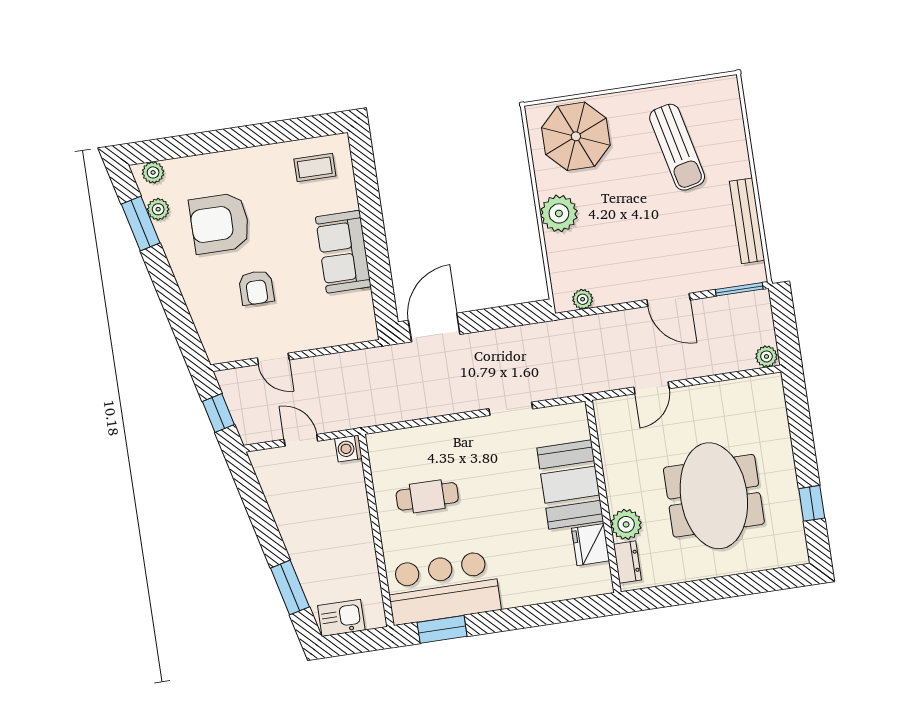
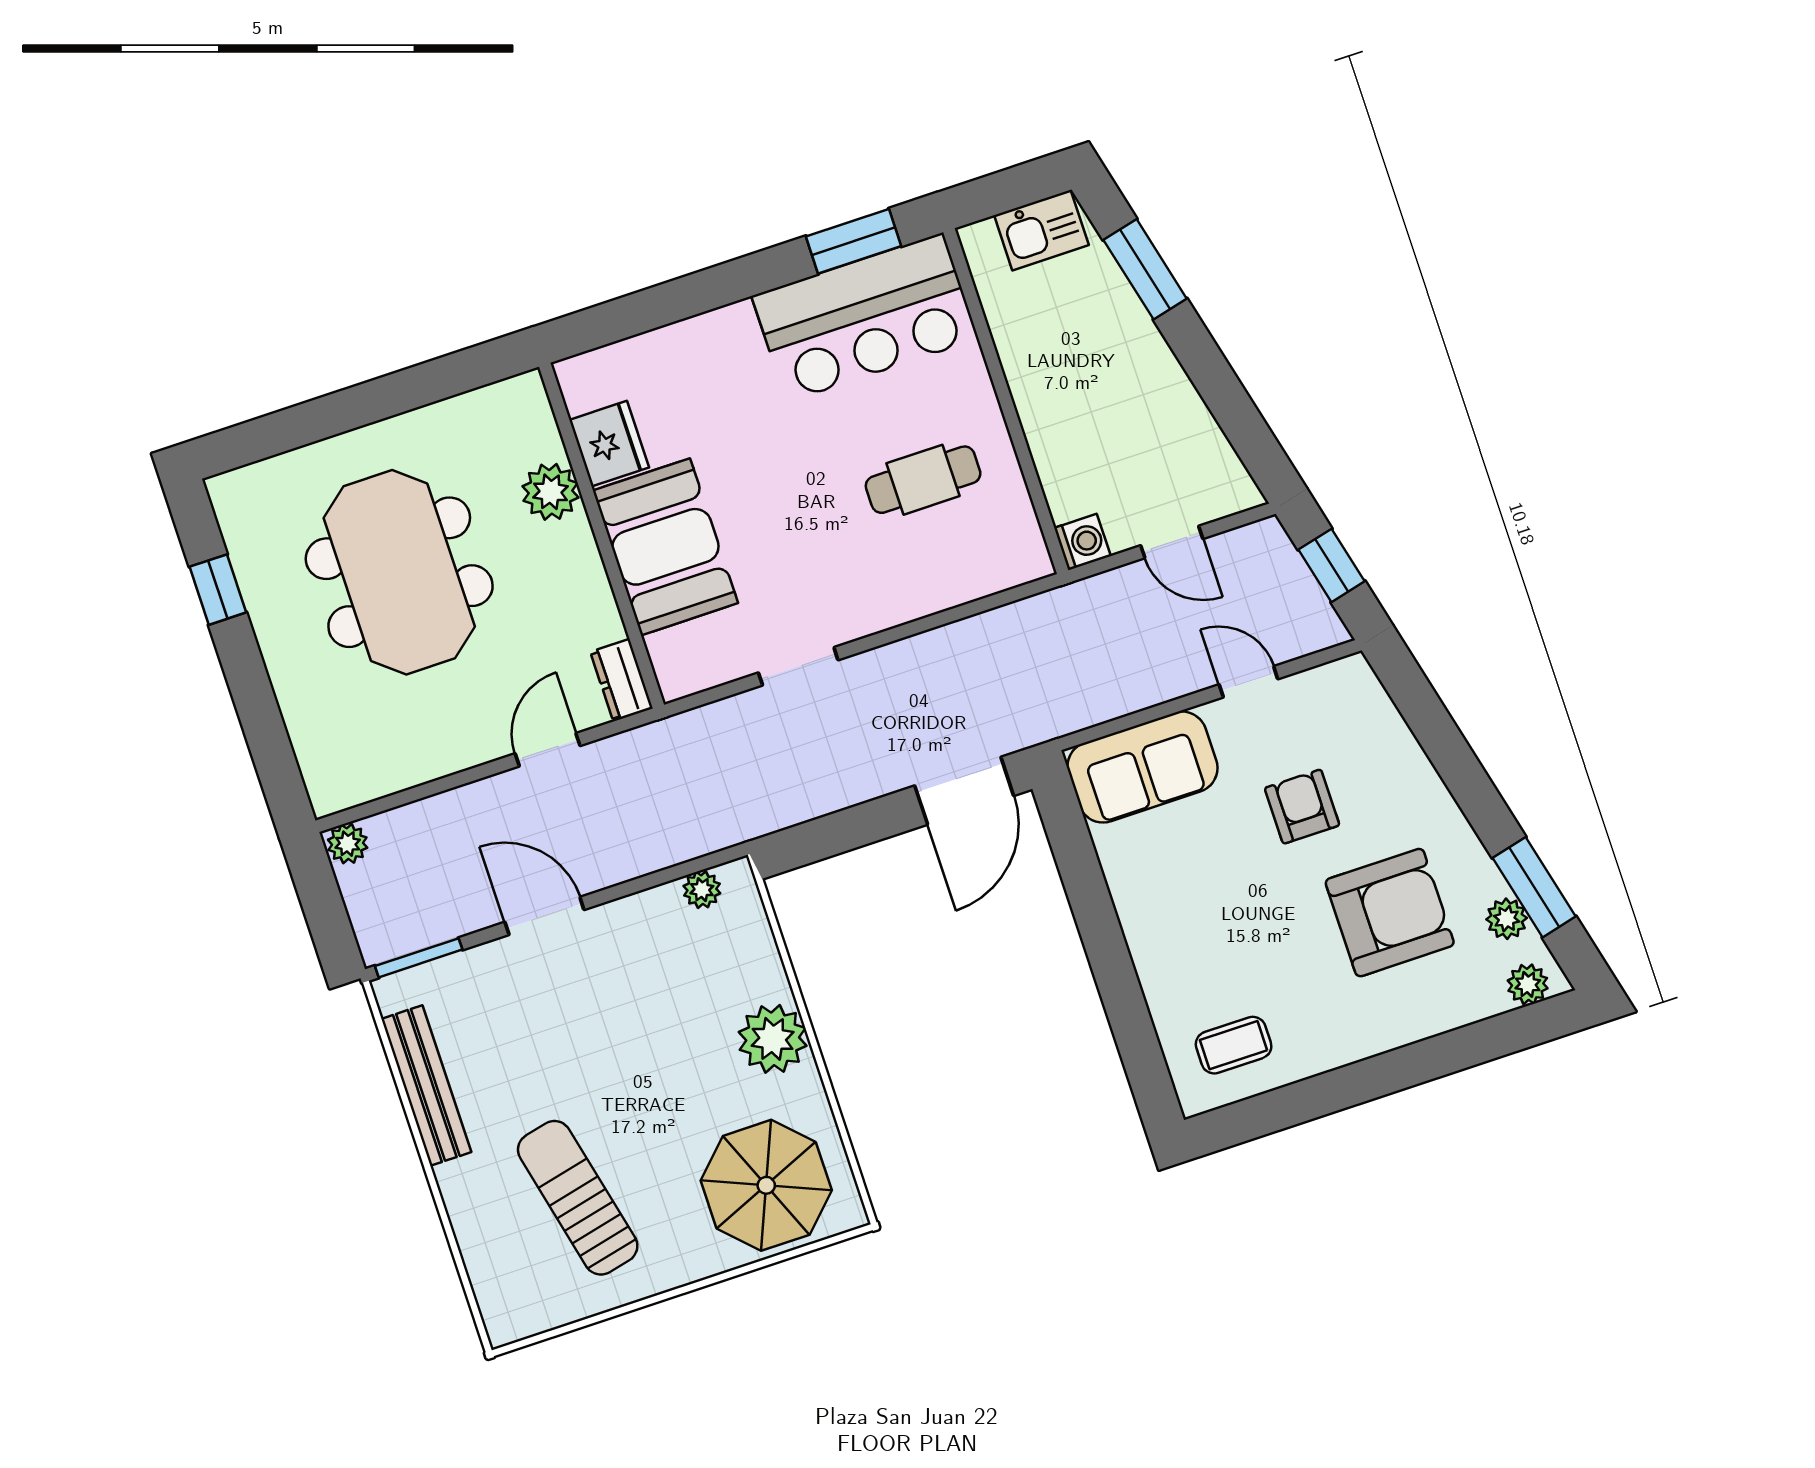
sofa: (343, 252) -> (1142, 767), moved, turned 90
dresser: (627, 562) -> (621, 680), moved

